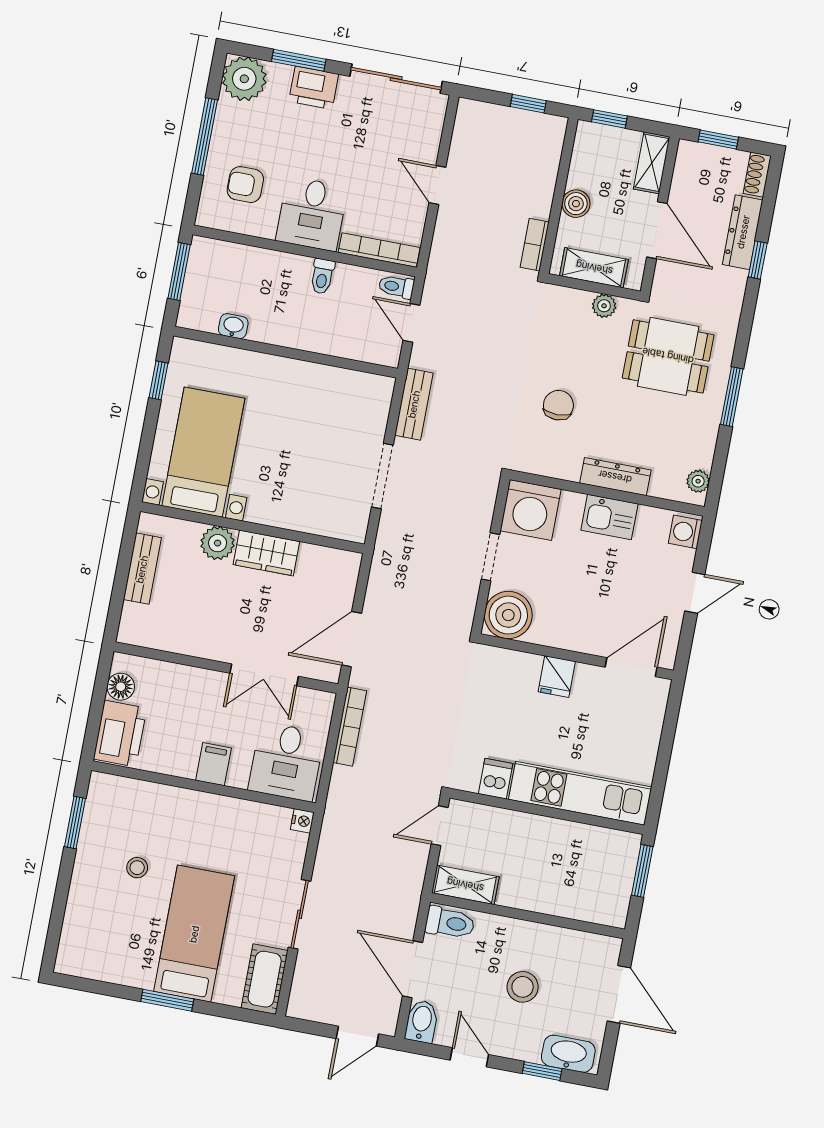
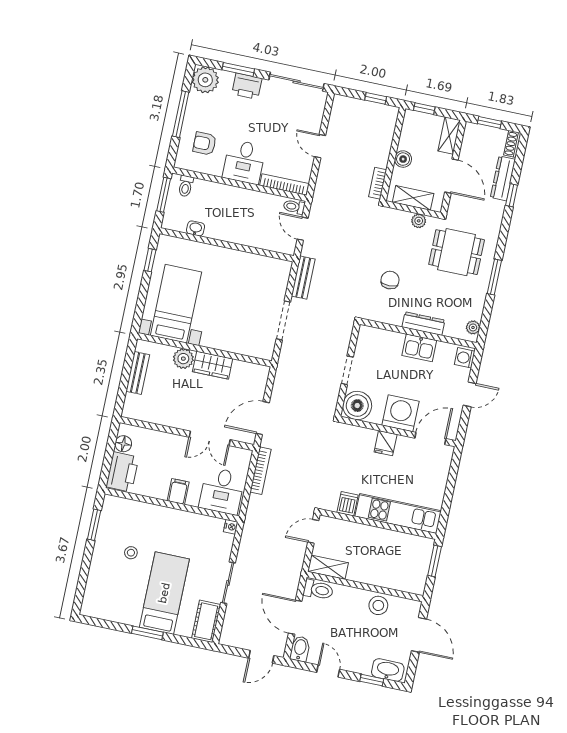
toilet: (322, 276) -> (186, 186), moved
washing machine: (531, 510) -> (400, 413), moved, turned 180
stool: (523, 987) -> (378, 605), moved

